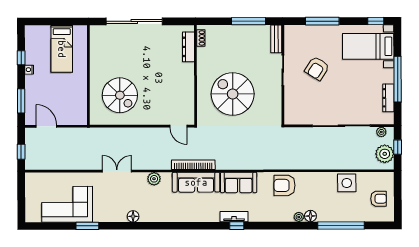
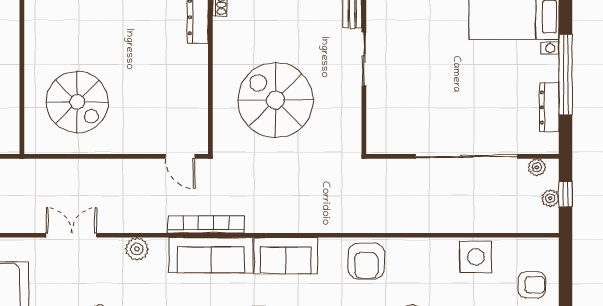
armchair: (317, 68) -> (424, 56), removed
plant: (385, 154) -> (550, 198), width x0.53, depth x0.53
armchair: (284, 185) -> (366, 261), turned -90

